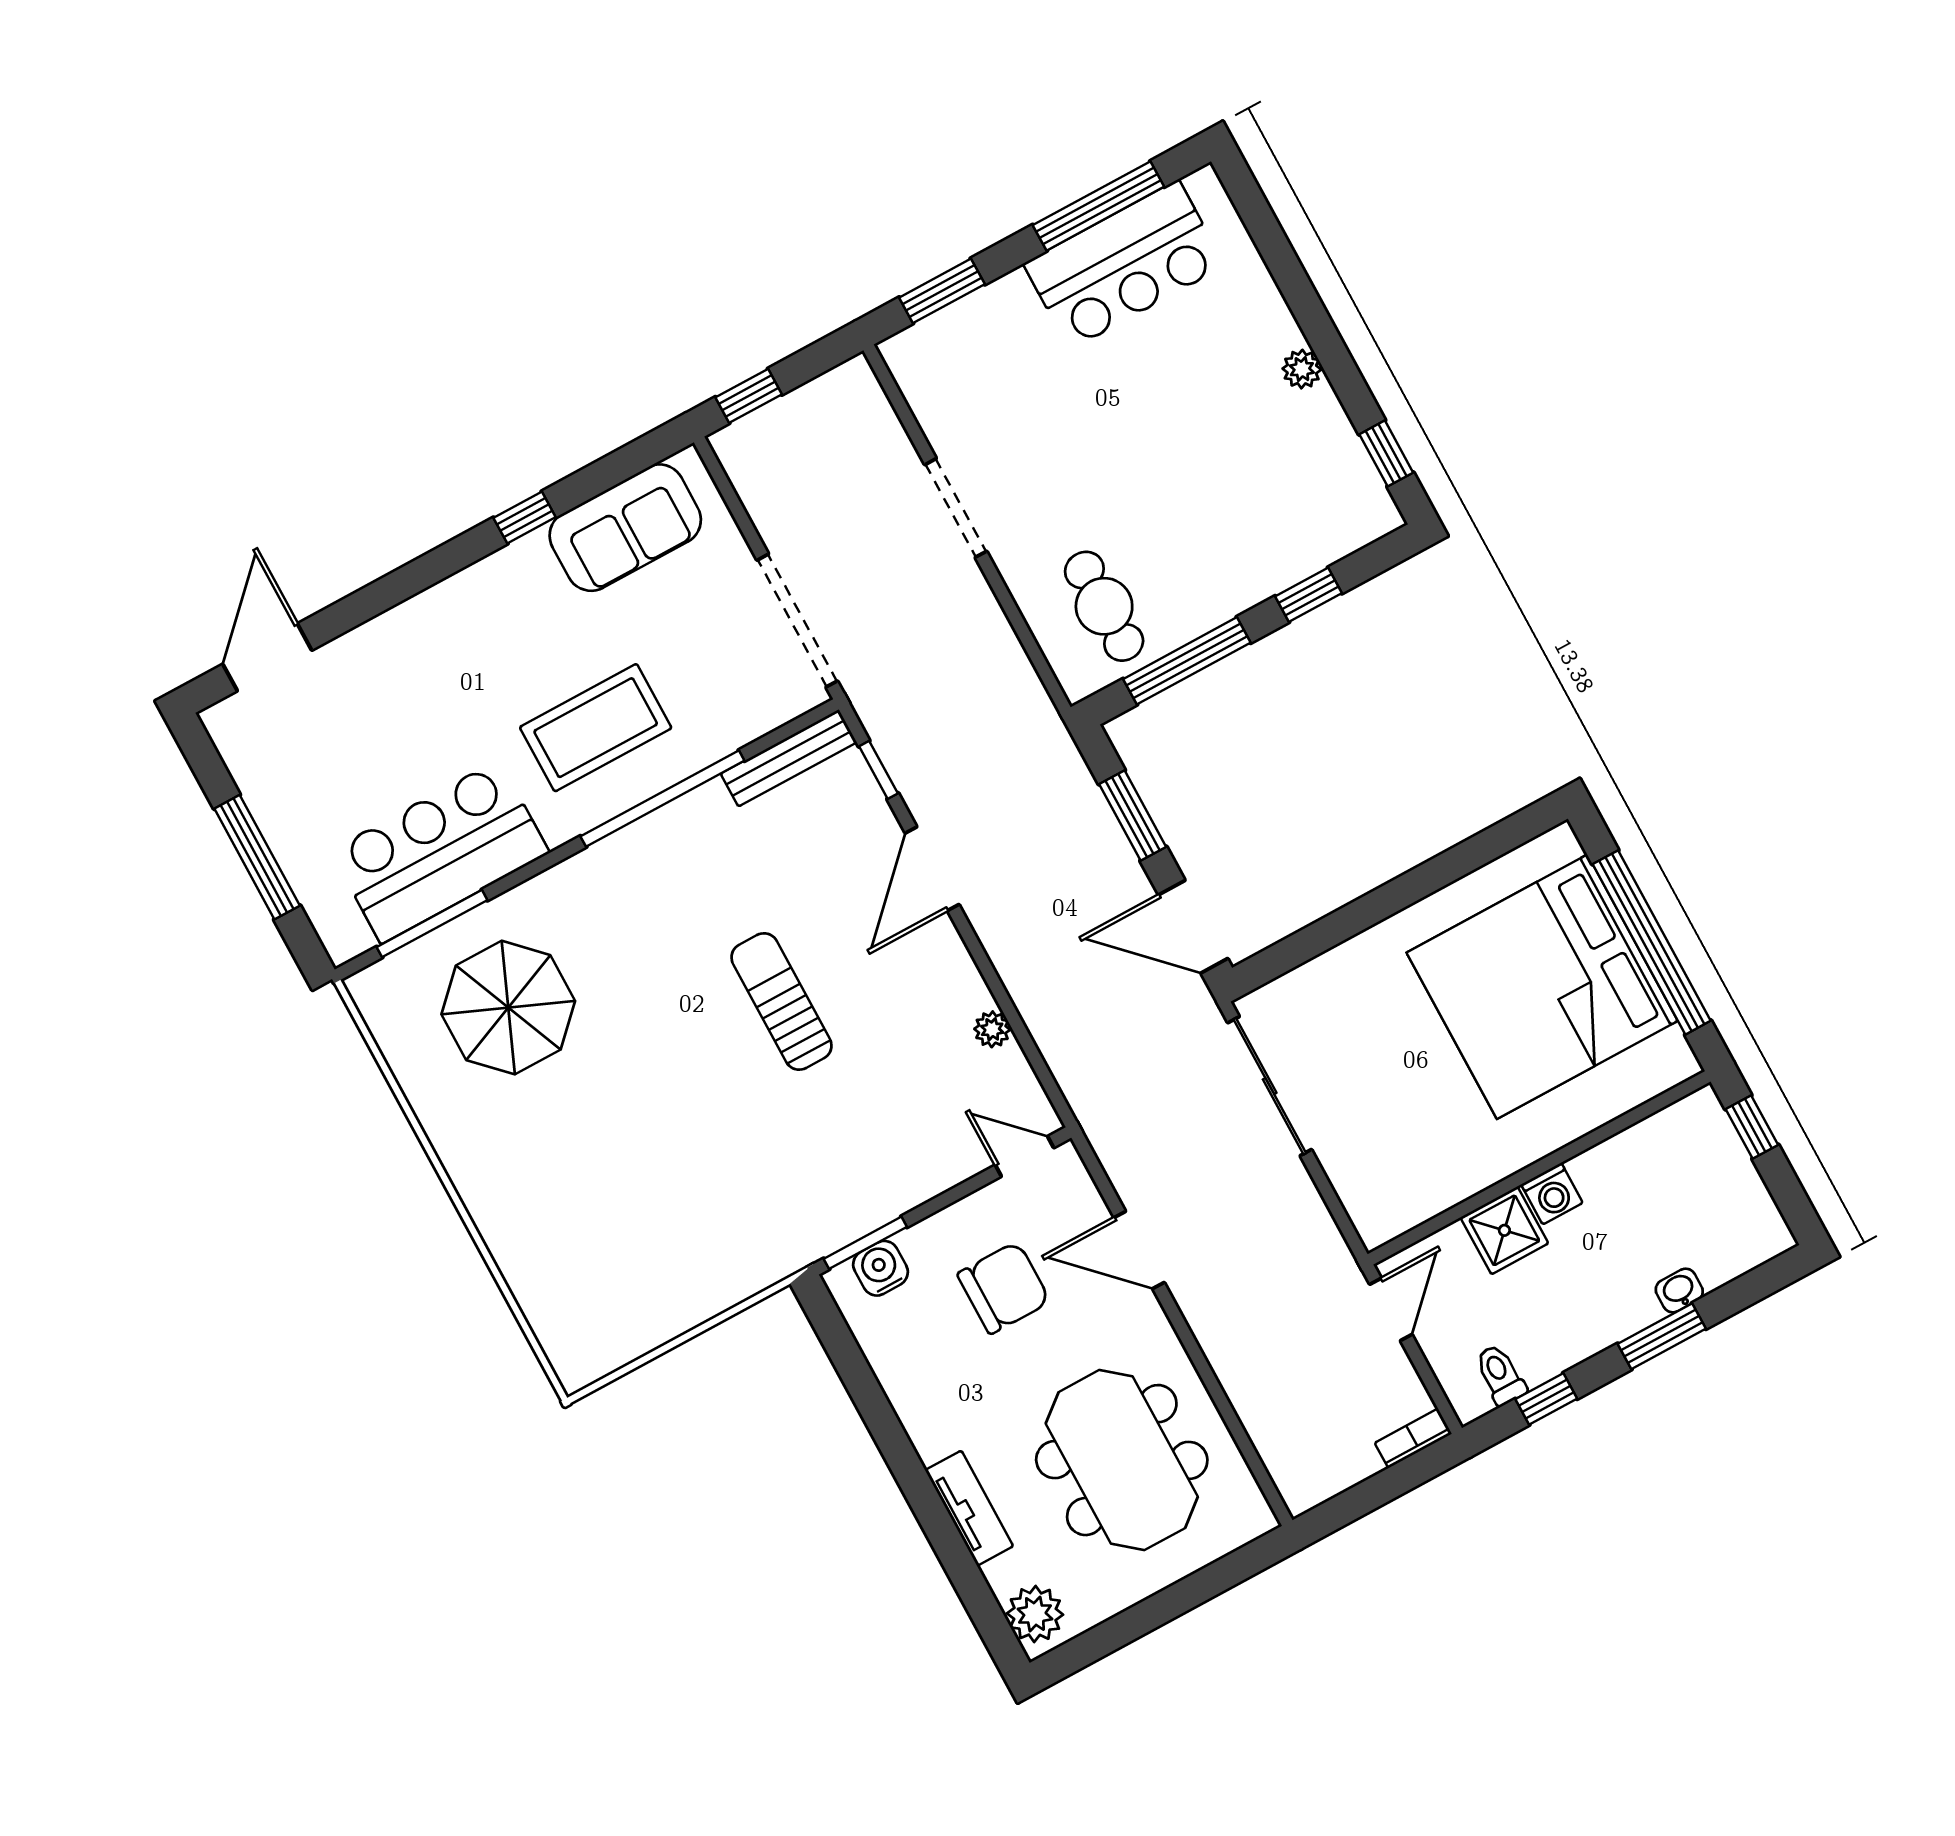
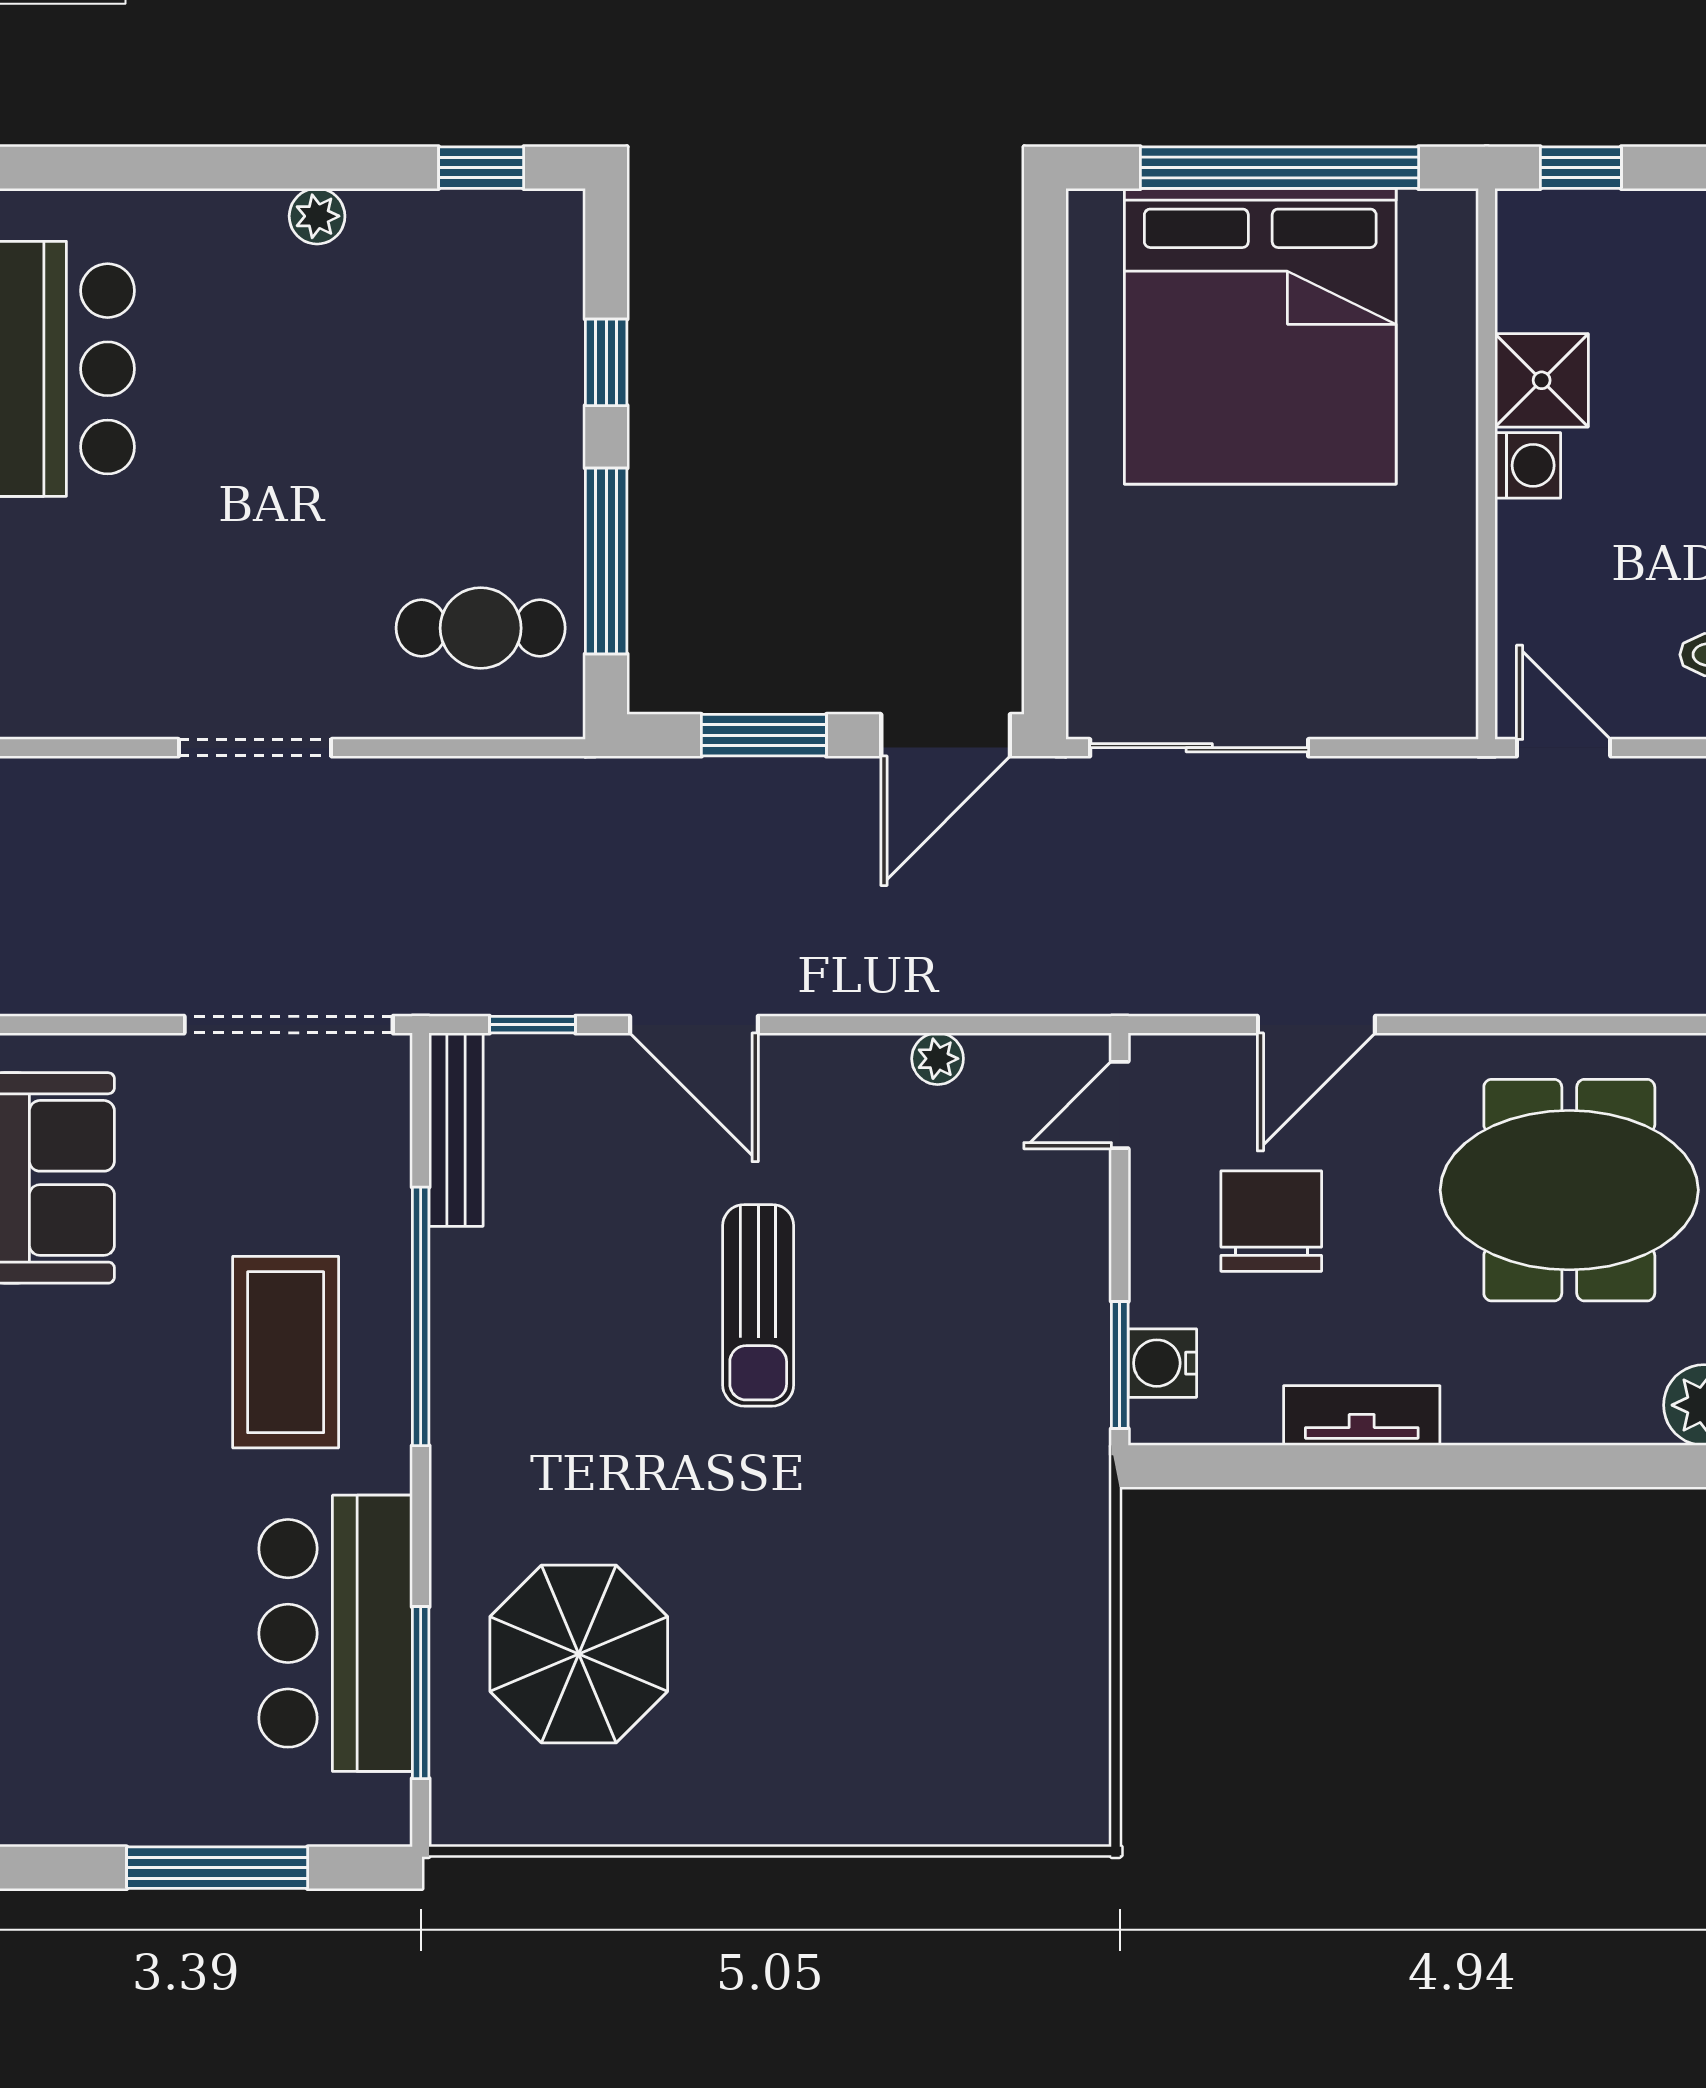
sun lounger: (782, 1002) -> (758, 1305), turned -90
shower: (1504, 1230) -> (1542, 380), moved
tv unit: (969, 1508) -> (1362, 1416), moved

